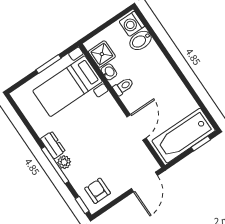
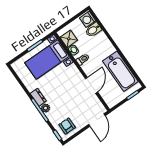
bathtub: (184, 136) -> (120, 71), moved, turned -90

